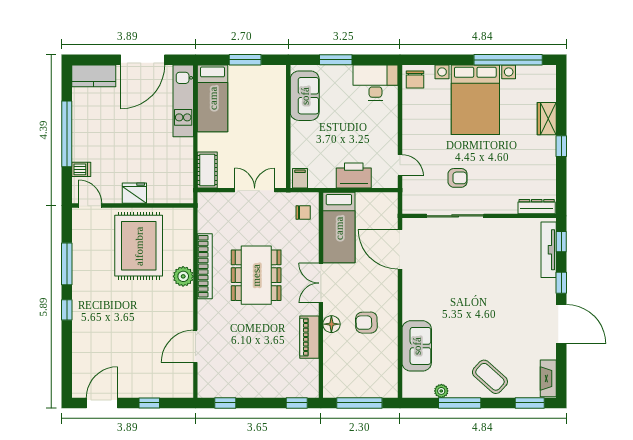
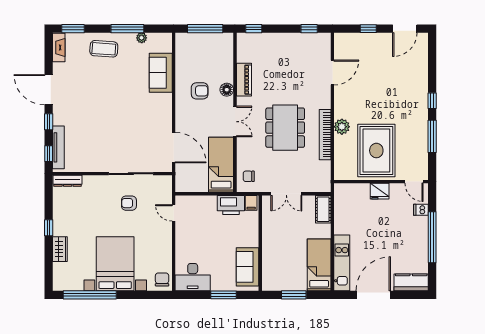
printer: (354, 175) -> (231, 205), moved
coffee table: (490, 377) -> (104, 49), turned -38

